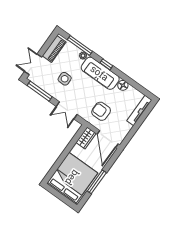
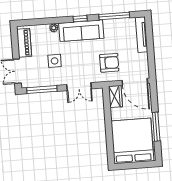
window: (80, 45) -> (114, 16), moved
floor lamp: (123, 85) -> (109, 25), removed
armchair: (101, 111) -> (109, 63), turned 180

